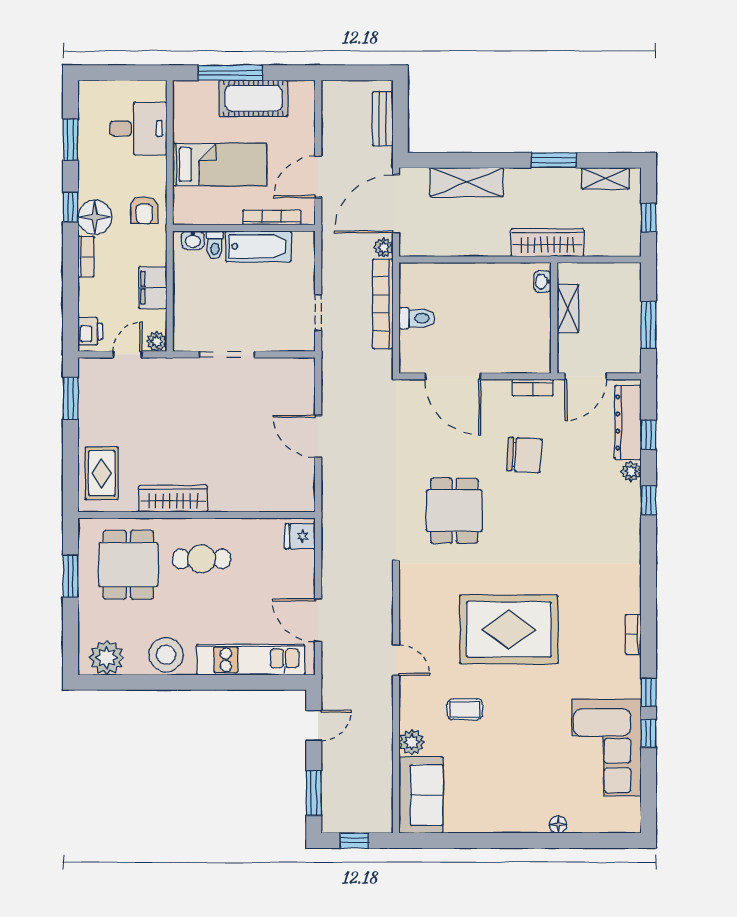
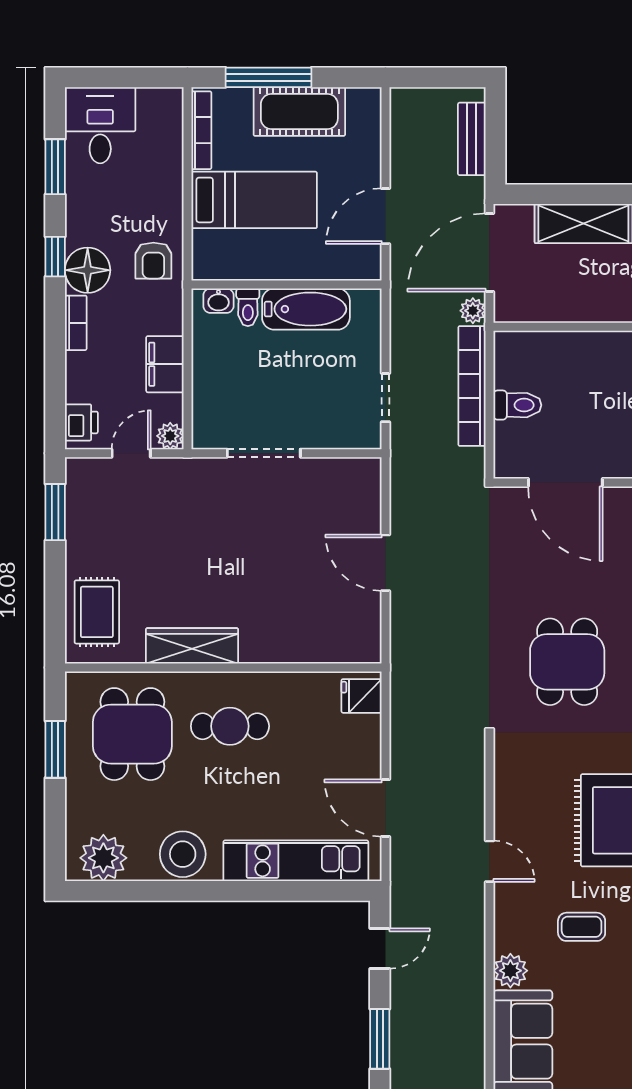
desk: (138, 129) -> (100, 125), moved, turned -90
bookcase: (272, 218) -> (201, 130), moved, turned 90

